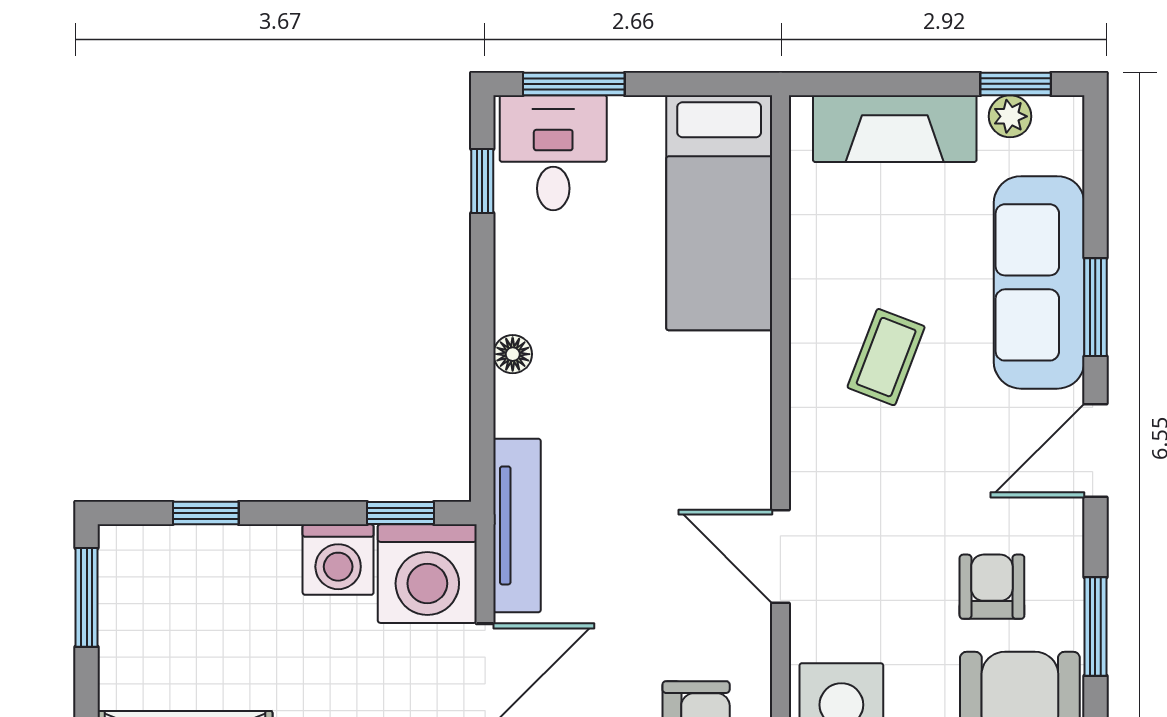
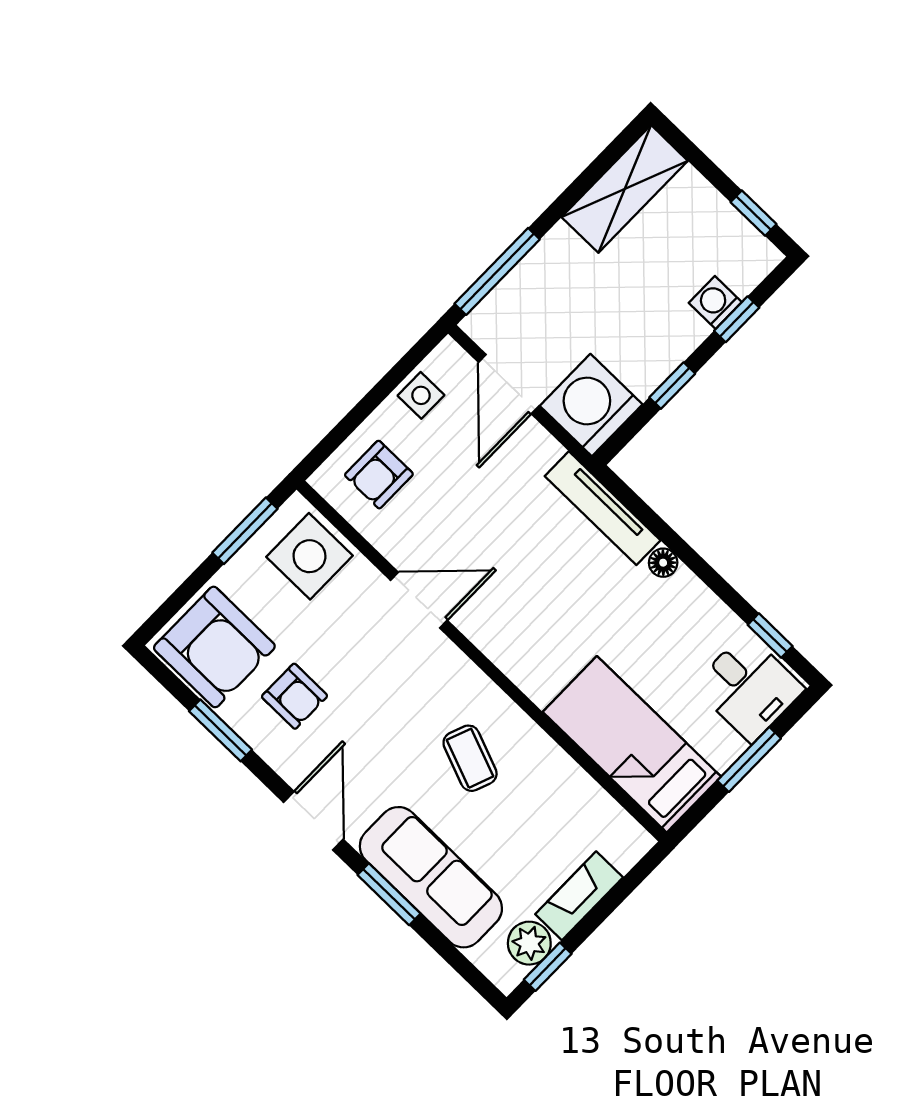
window: (574, 84) -> (749, 760), moved
plant: (1010, 116) -> (529, 943), width x1.38, depth x1.38
fireplace: (895, 129) -> (579, 896), width x0.73, depth x0.76
window: (400, 513) -> (672, 386), moved
tv unit: (517, 525) -> (603, 508), moved
washing machine: (338, 560) -> (715, 302), moved, width x0.73, depth x0.73
window: (87, 597) -> (753, 213), width x0.67

